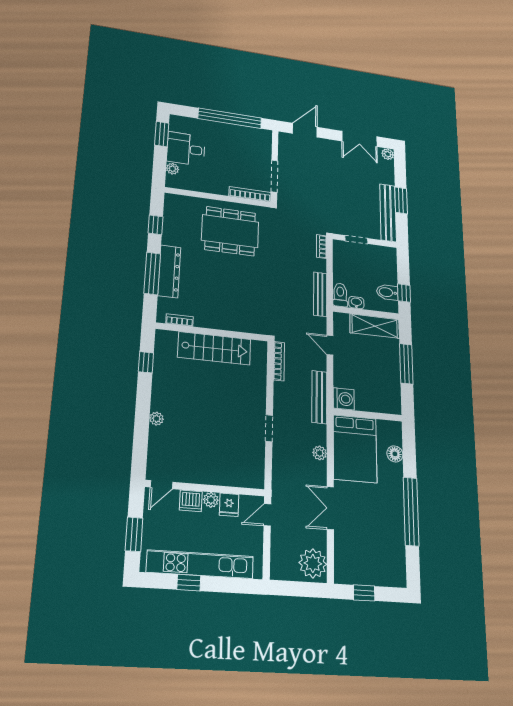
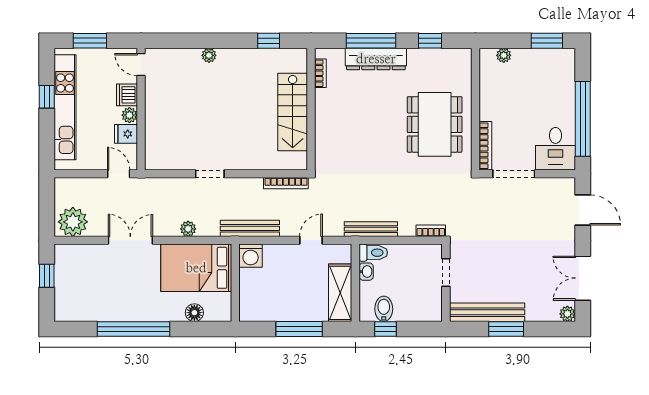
desk: (186, 149) -> (555, 149), moved, turned 180

